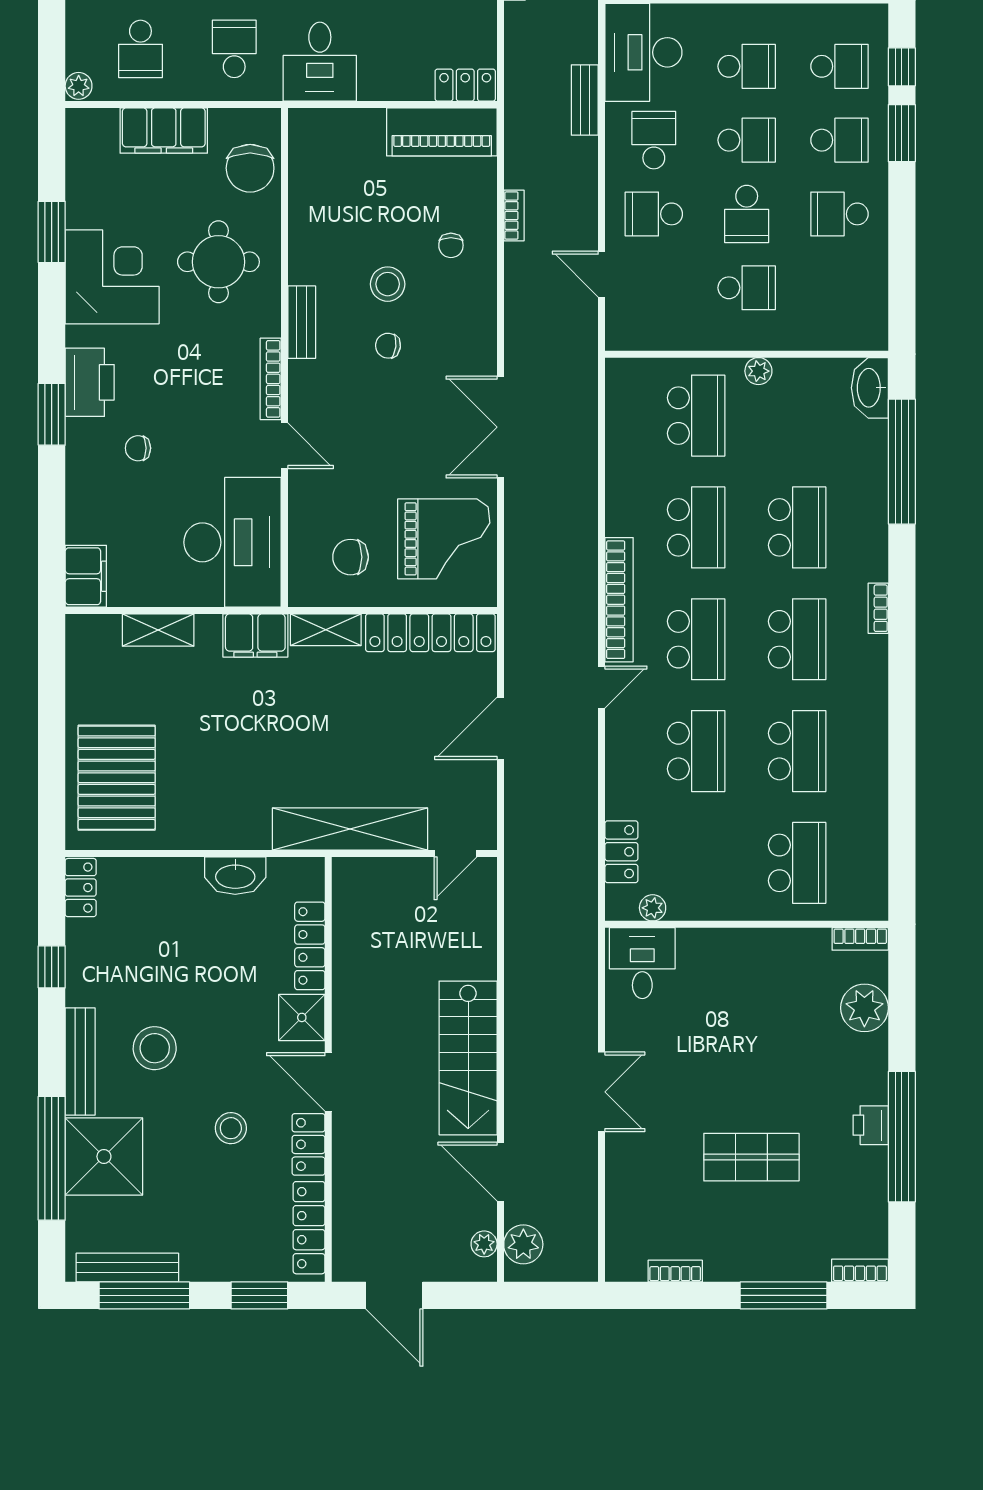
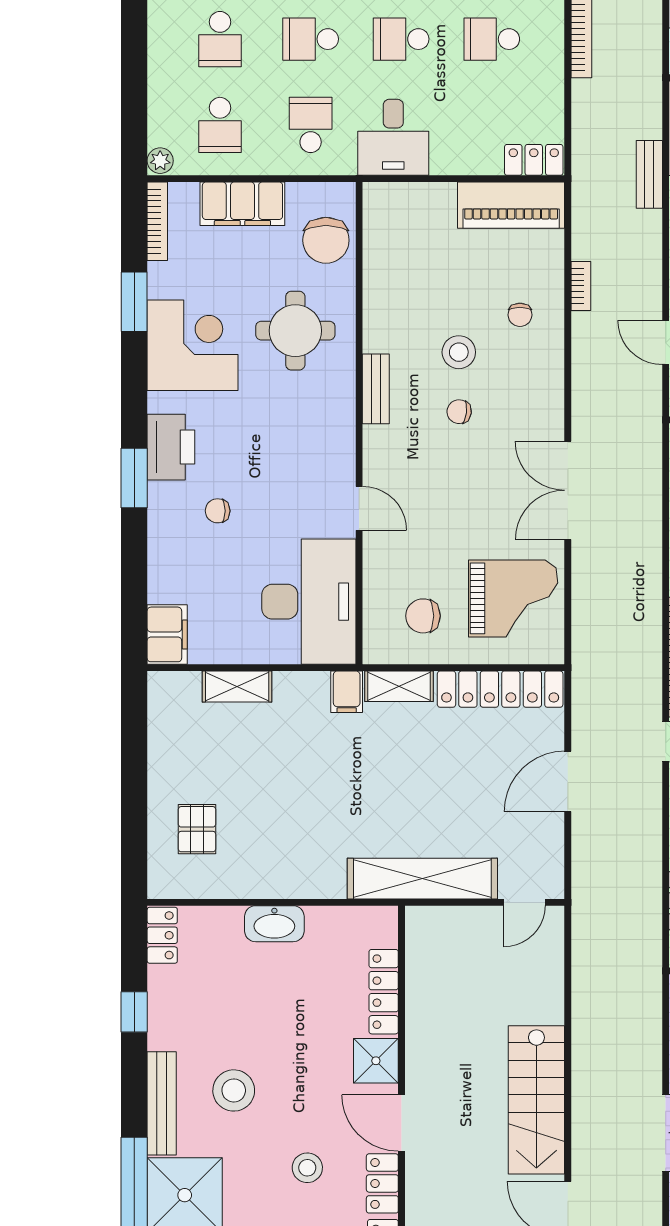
bookcase: (271, 379) -> (157, 221), moved, turned 180
filing cabinet: (255, 636) -> (347, 692), width x0.50
pallet: (117, 778) -> (197, 829), width x0.49, depth x0.50
washbasin: (235, 876) -> (274, 924), moved

